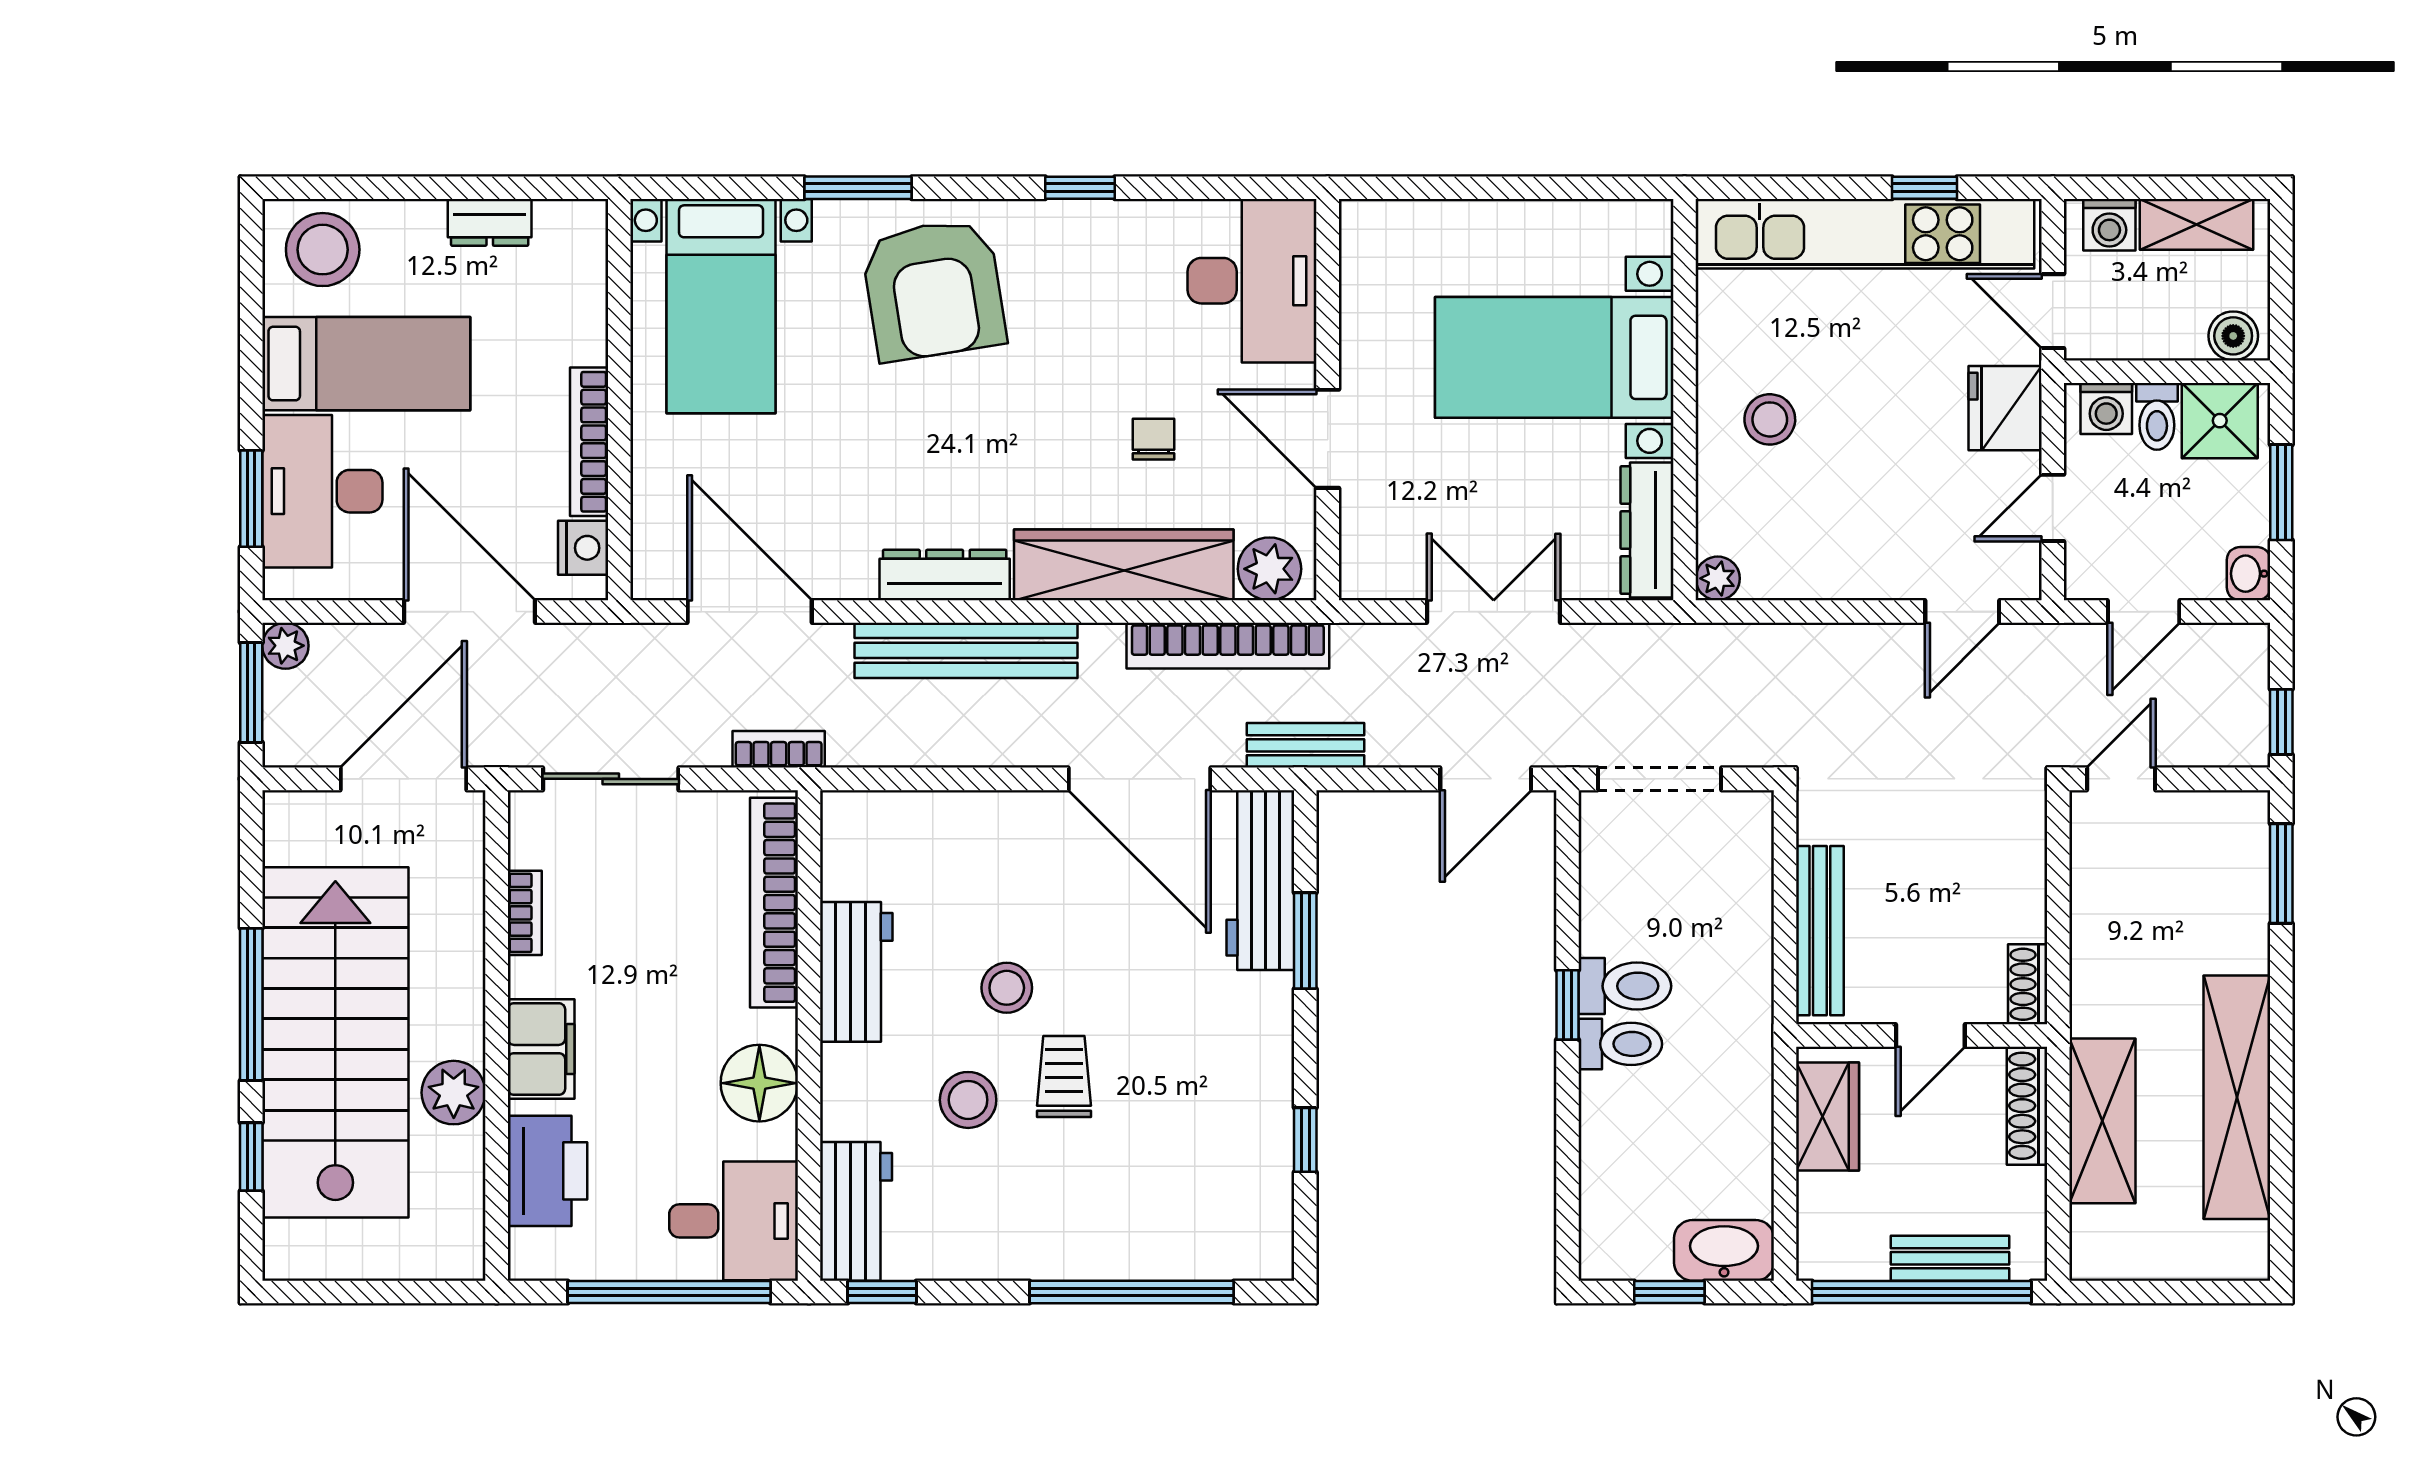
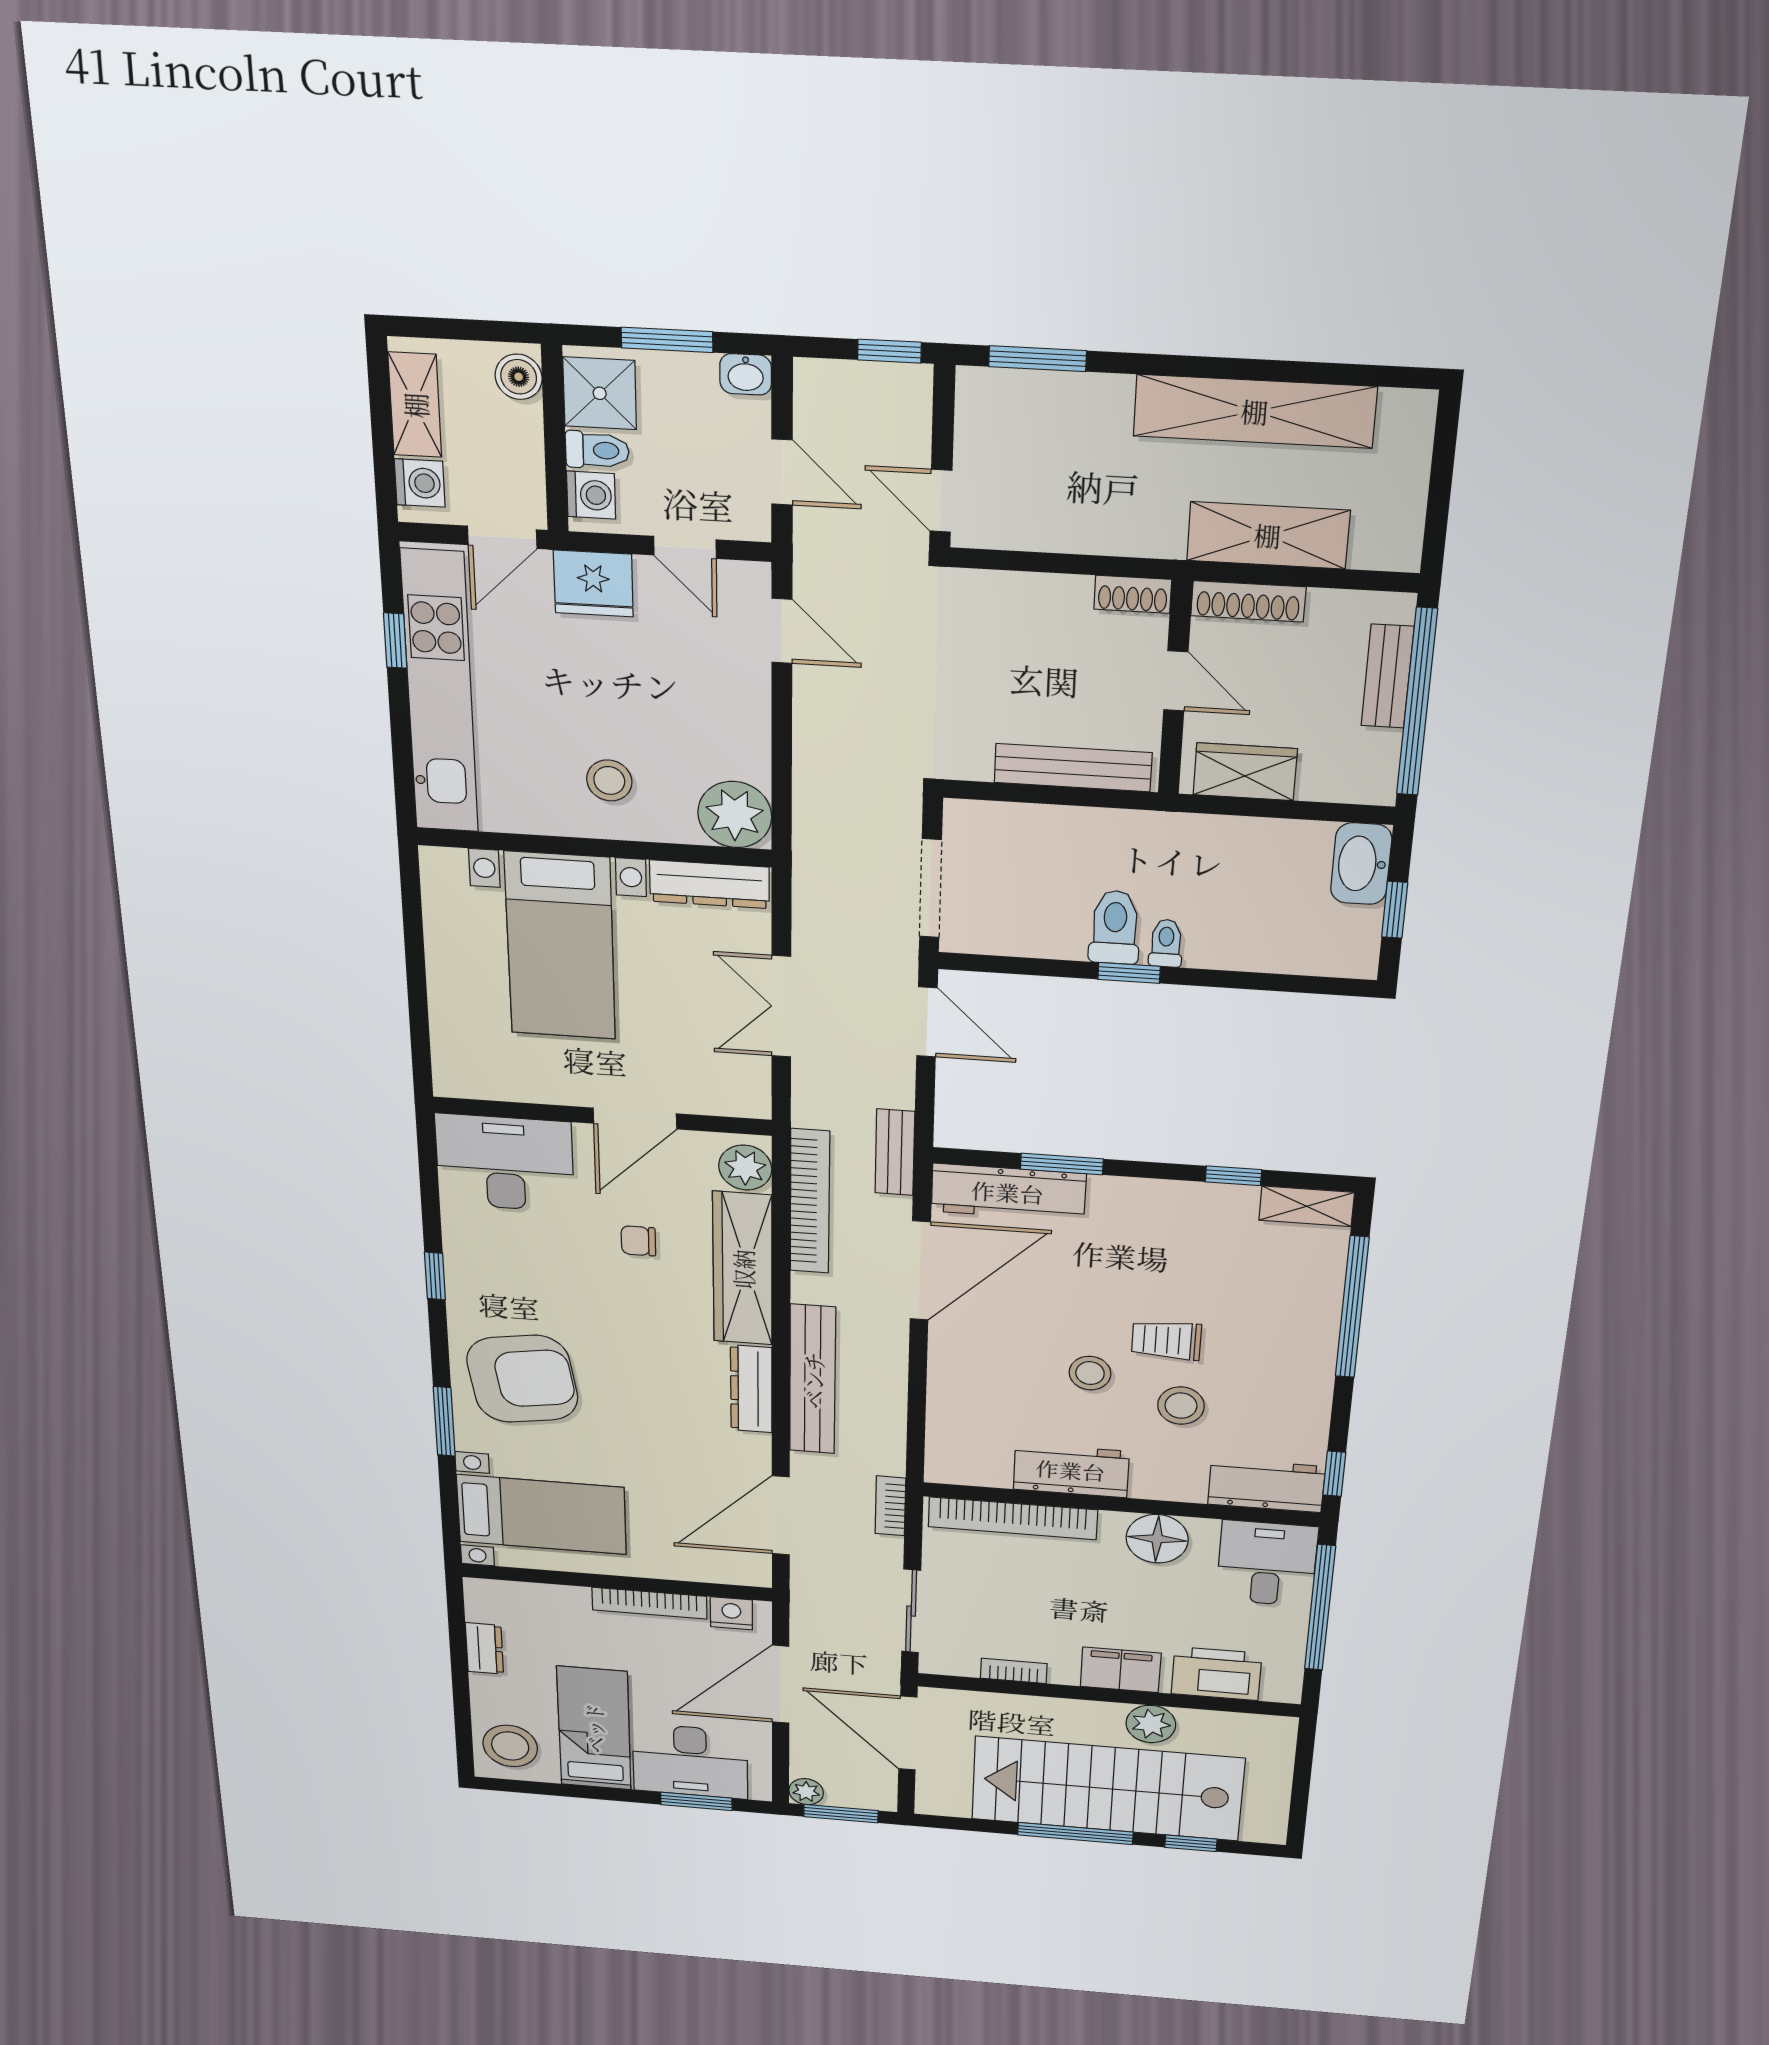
plant: (1718, 578) -> (735, 815), width x1.87, depth x1.87
toilet: (1620, 1044) -> (1166, 943), width x0.73, depth x0.72
shelving: (1270, 1227) -> (1307, 1206), added

